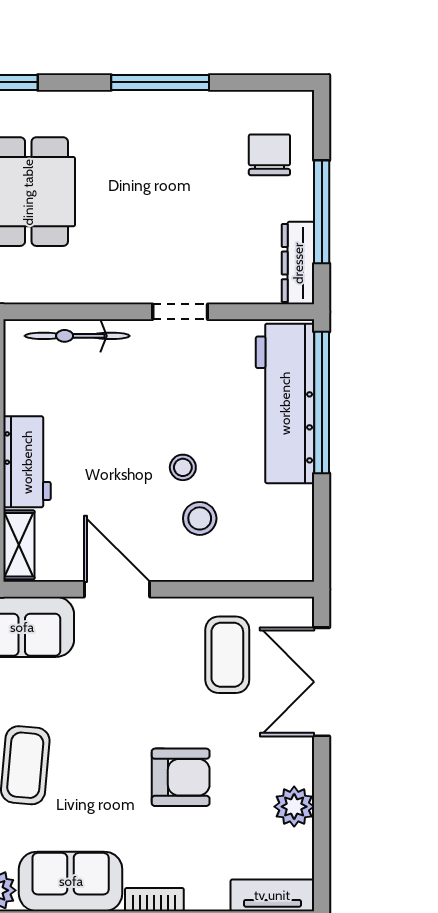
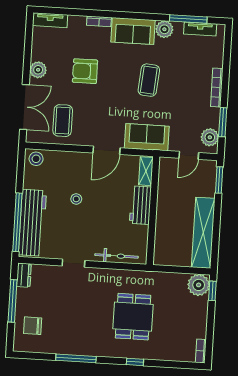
chair: (269, 155) -> (33, 326), turned 90
dresser: (298, 263) -> (24, 275), width x0.70
stool: (200, 518) -> (36, 159), moved
door: (117, 589) -> (107, 150), hinge flipped
plant: (294, 807) -> (38, 70), moved

